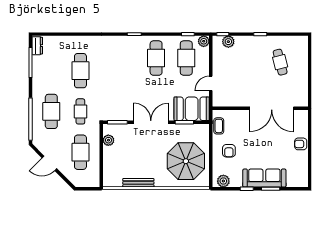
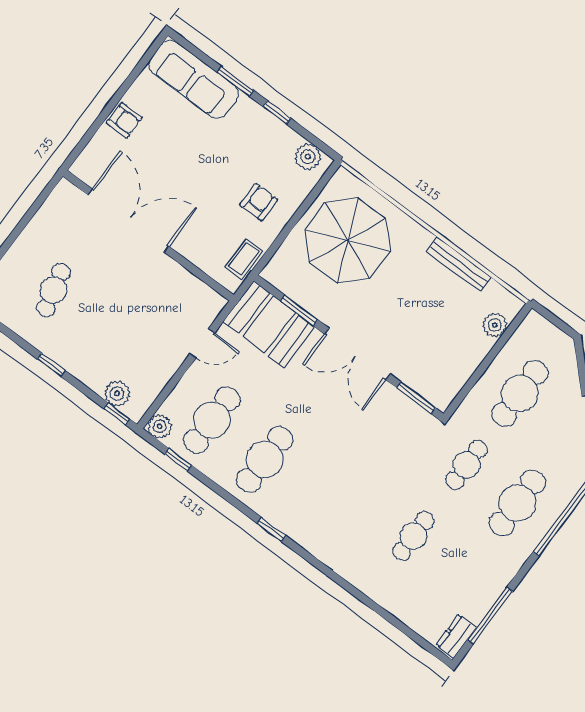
cafe table: (80, 71) -> (413, 536), width x0.73, depth x0.74
plant: (108, 140) -> (495, 325), moved
sofa: (264, 178) -> (194, 79), moved

